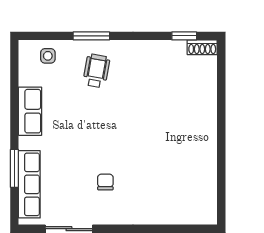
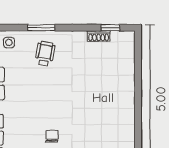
shoe rack: (202, 47) -> (99, 36), moved

